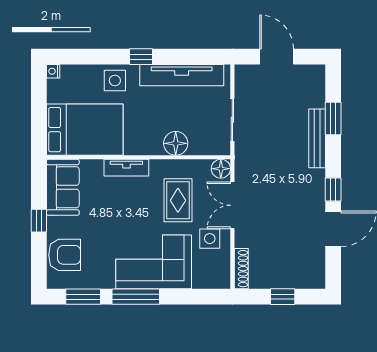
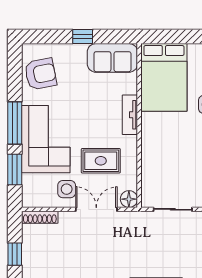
floor lamp: (176, 143) -> (152, 159), removed
armchair: (65, 255) -> (40, 74), moved, turned -101
window: (83, 297) -> (15, 169), moved

